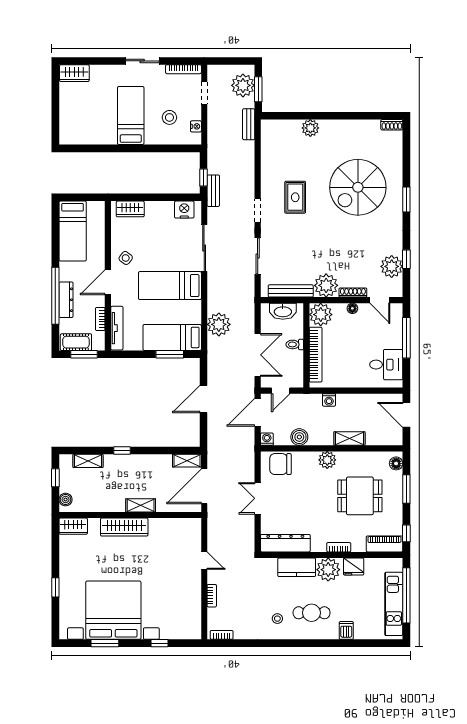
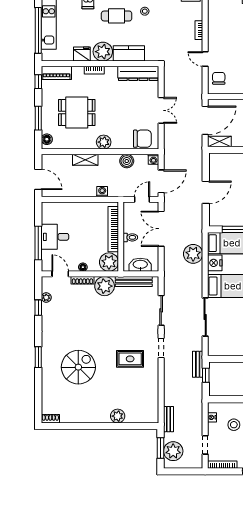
spiral stairs: (358, 187) -> (78, 367), width x0.73, depth x0.73
rug: (295, 197) -> (130, 359), turned 90
nightstand: (184, 210) -> (215, 263), moved, turned 90
plant: (392, 266) -> (46, 297), width x0.53, depth x0.53
desk: (386, 365) -> (55, 237), moved
chair: (188, 537) -> (219, 78), added

